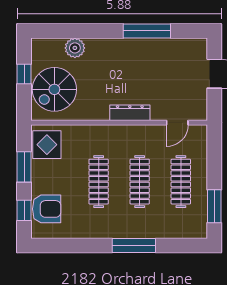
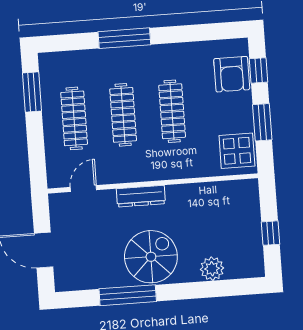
spiral stairs: (54, 89) -> (151, 257), moved
armchair: (47, 209) -> (232, 74), turned -90

